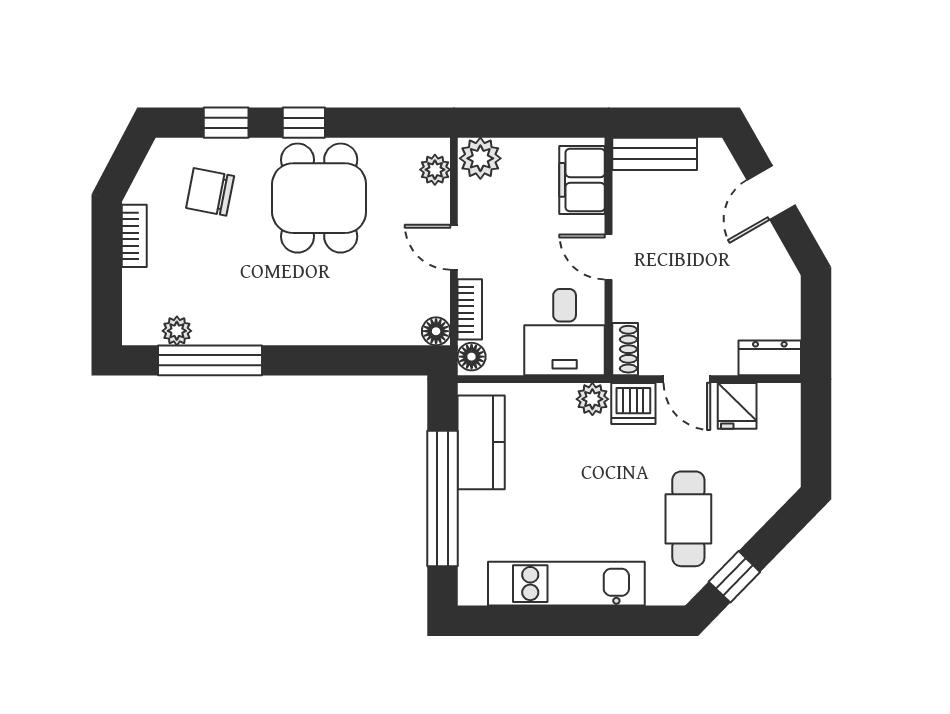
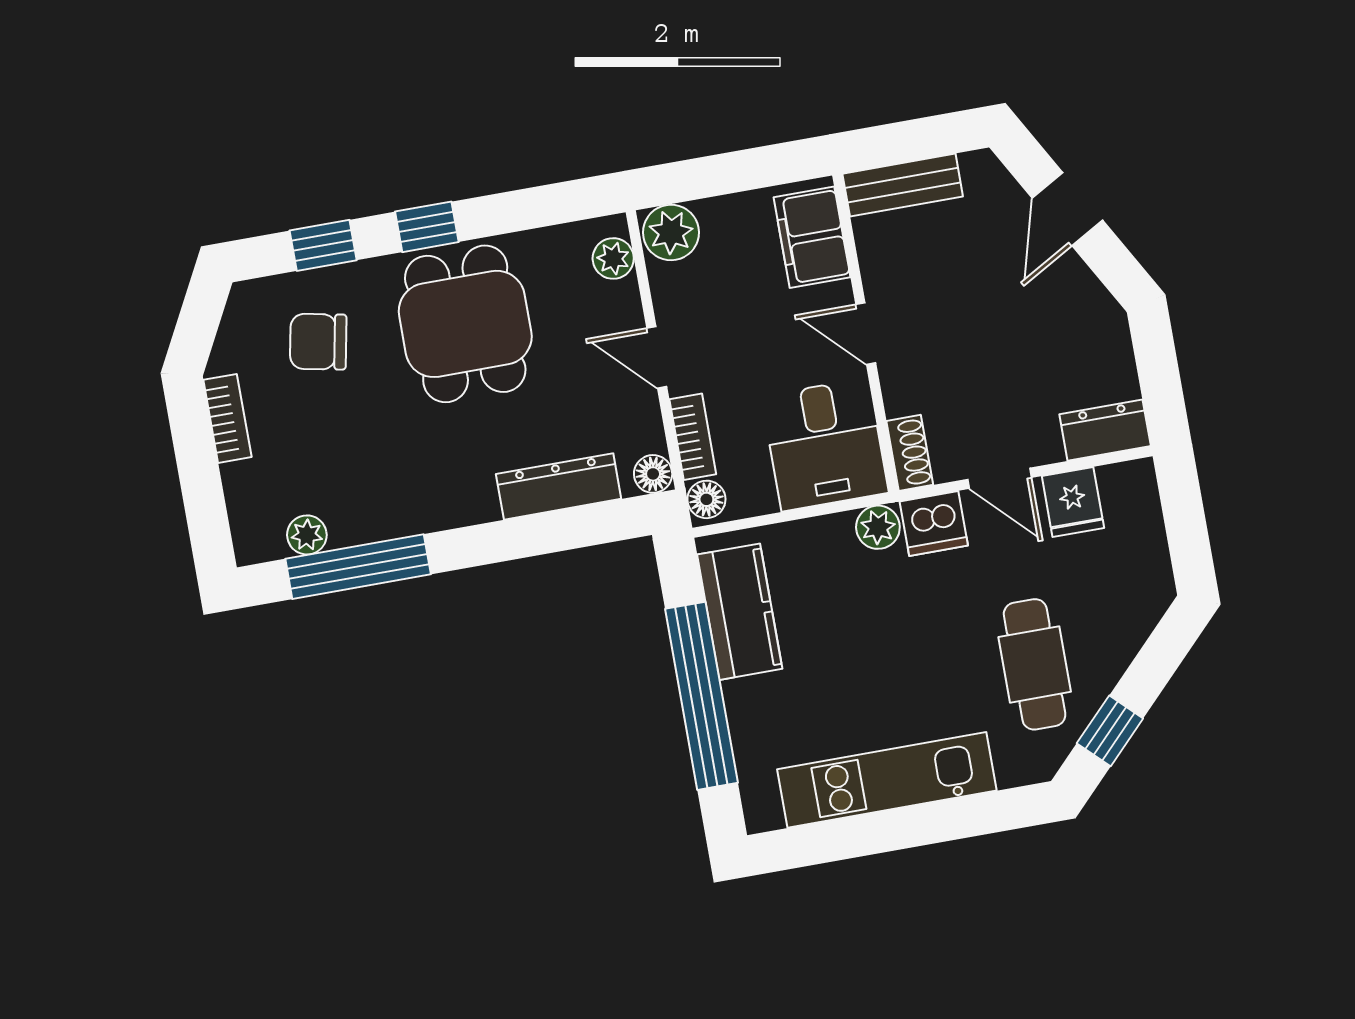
dresser: (366, 328) -> (559, 486), added

